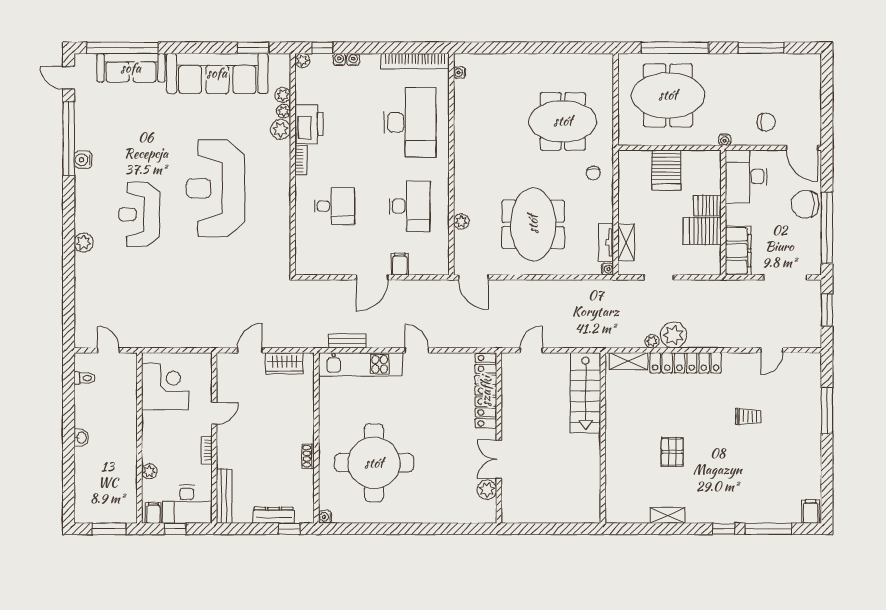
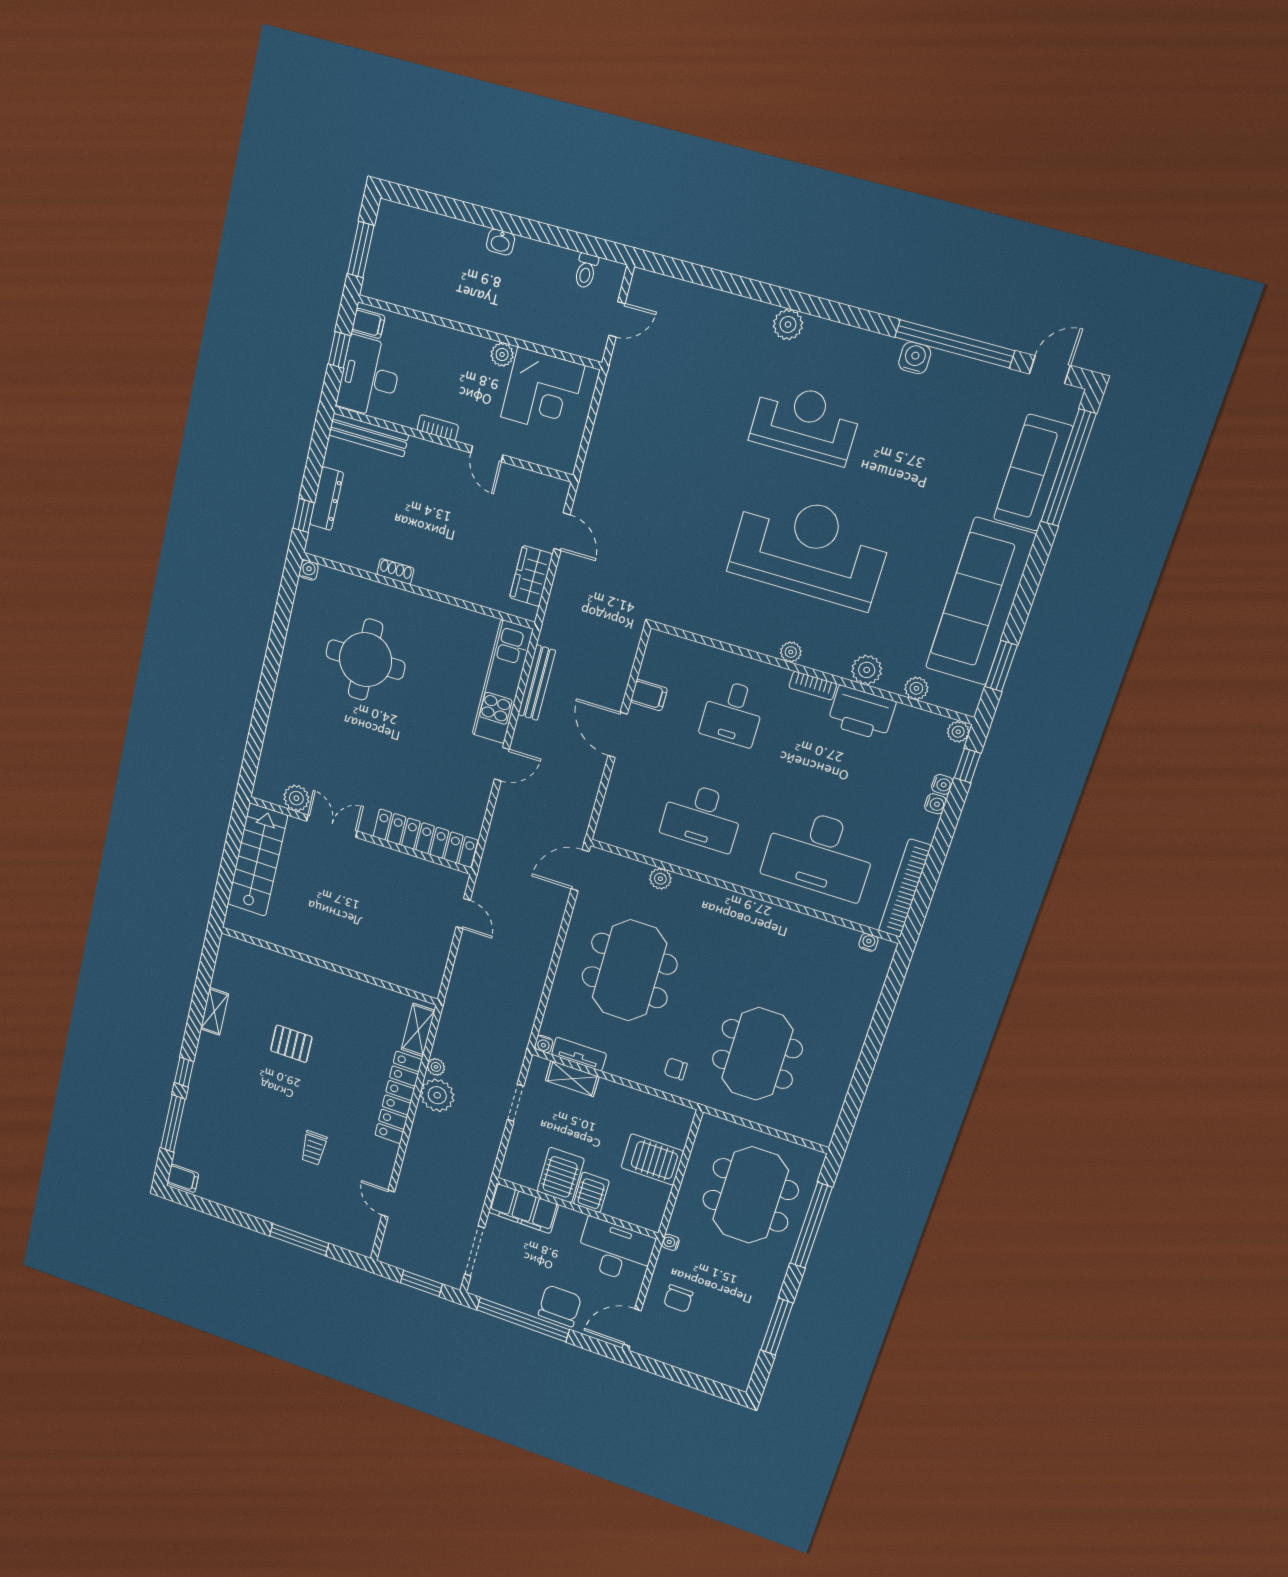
plant: (284, 111) -> (791, 652), moved
meeting table: (533, 224) -> (629, 971), turned 90
filing cabinet: (400, 264) -> (649, 695), moved
bench: (347, 341) -> (537, 683), width x1.36
stairs: (585, 393) -> (257, 860), moved, turned 90
round table: (374, 463) -> (366, 660), width x0.73, depth x0.73
plant: (149, 471) -> (502, 354), moved

